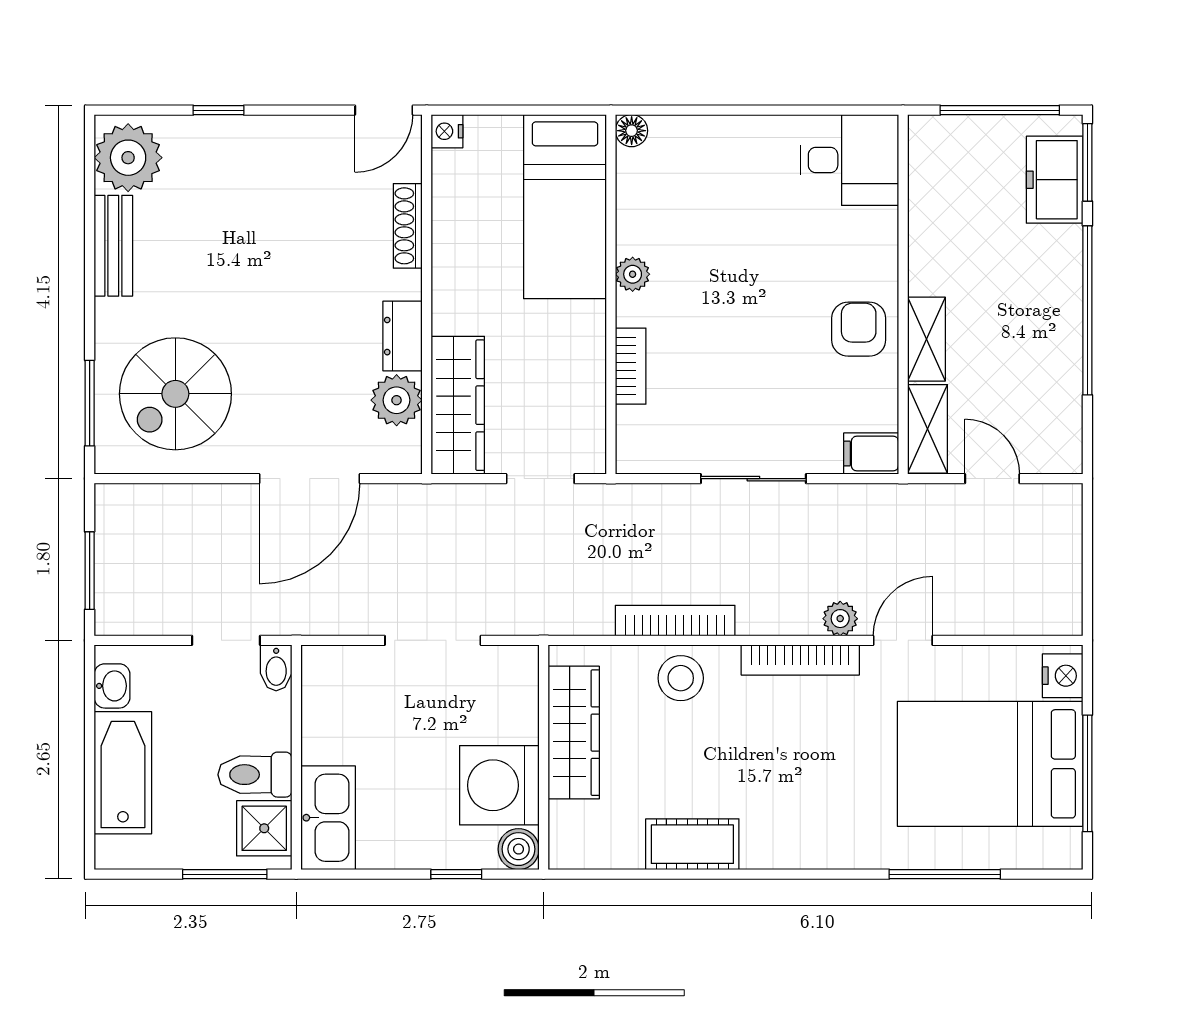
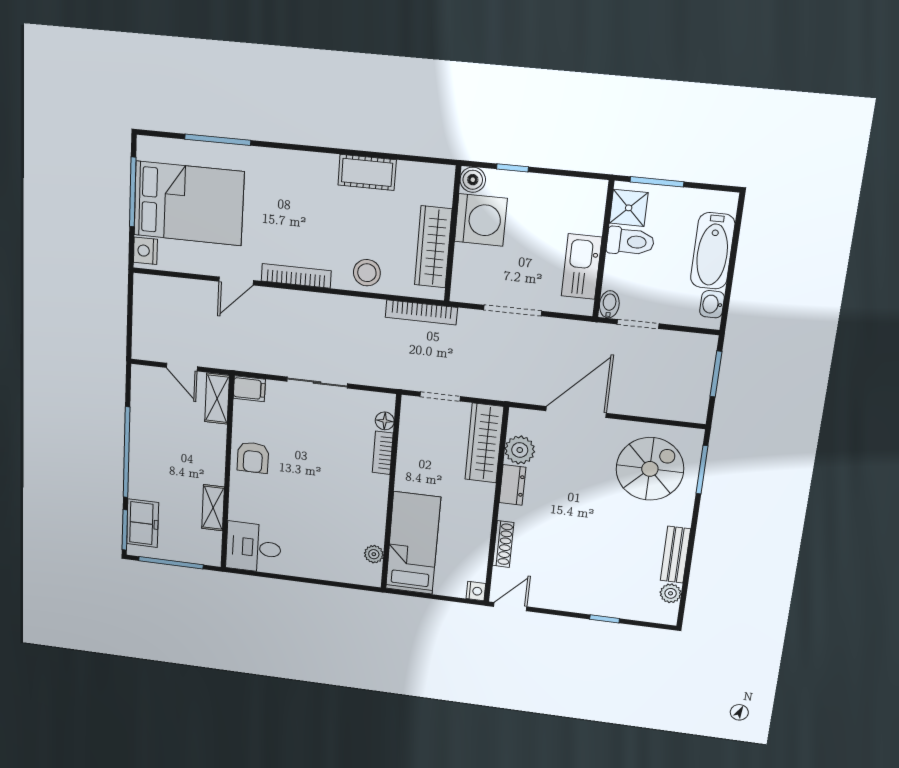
floor lamp: (632, 131) -> (385, 421), moved
plant: (128, 158) -> (671, 593), width x0.53, depth x0.53
plant: (633, 274) -> (374, 554), moved
shelving: (926, 339) -> (213, 508), moved
plant: (840, 619) -> (272, 297), removed
bookcase: (675, 621) -> (421, 312), moved
kitchen sink: (328, 818) -> (582, 267), moved

